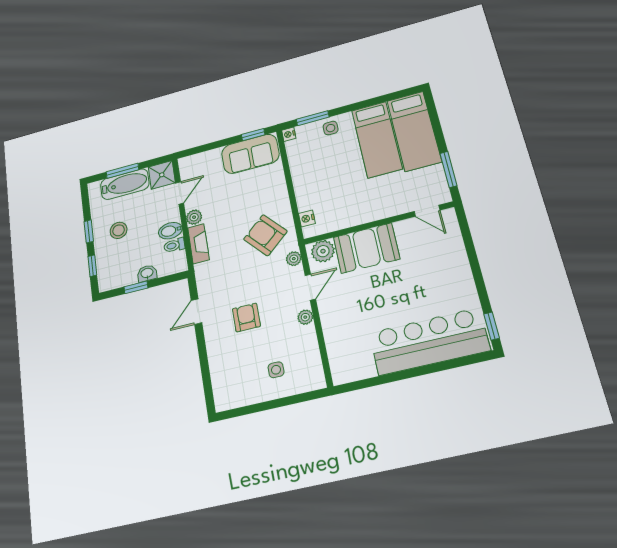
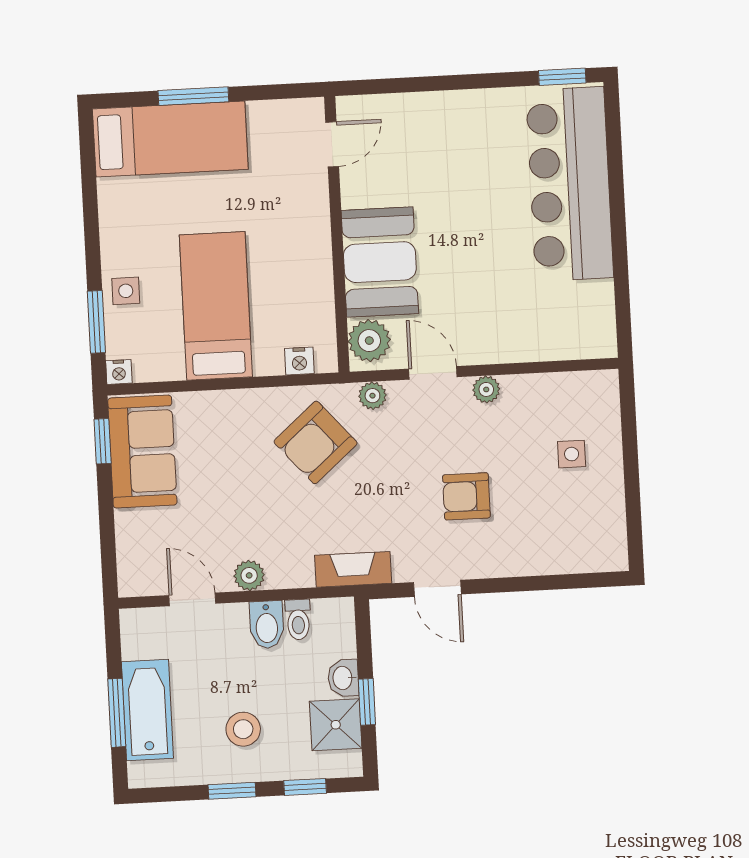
bed: (377, 139) -> (216, 306), moved, turned -90
window: (448, 169) -> (193, 96), moved
shower: (162, 175) -> (336, 725), moved
fireplace: (199, 244) -> (353, 569), moved

